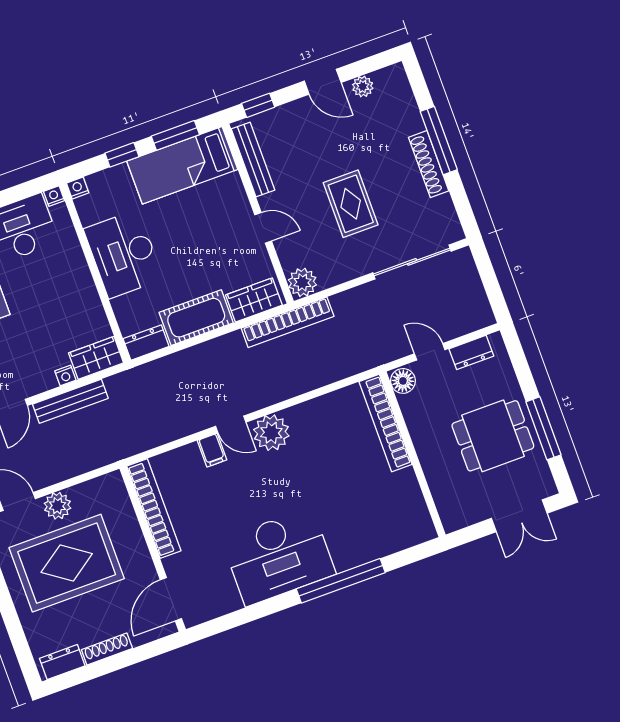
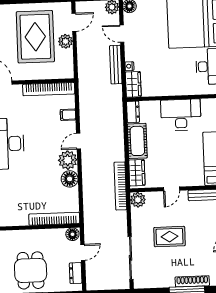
shoe rack: (429, 164) -> (192, 281), moved
floor lamp: (304, 418) -> (70, 179), added
filing cabinet: (212, 450) -> (68, 115), moved

